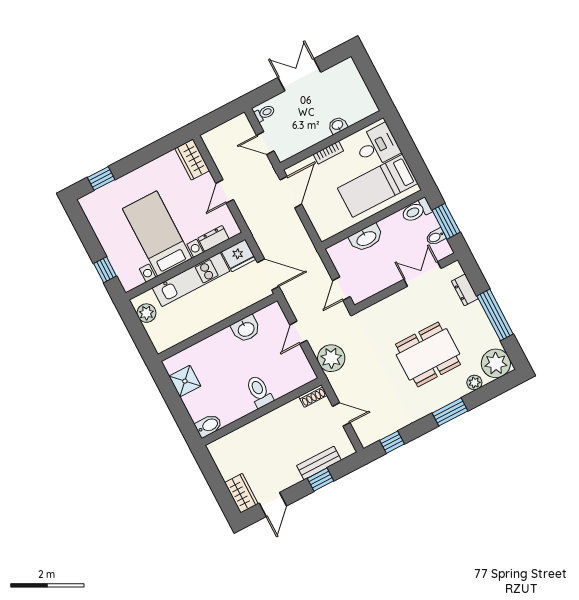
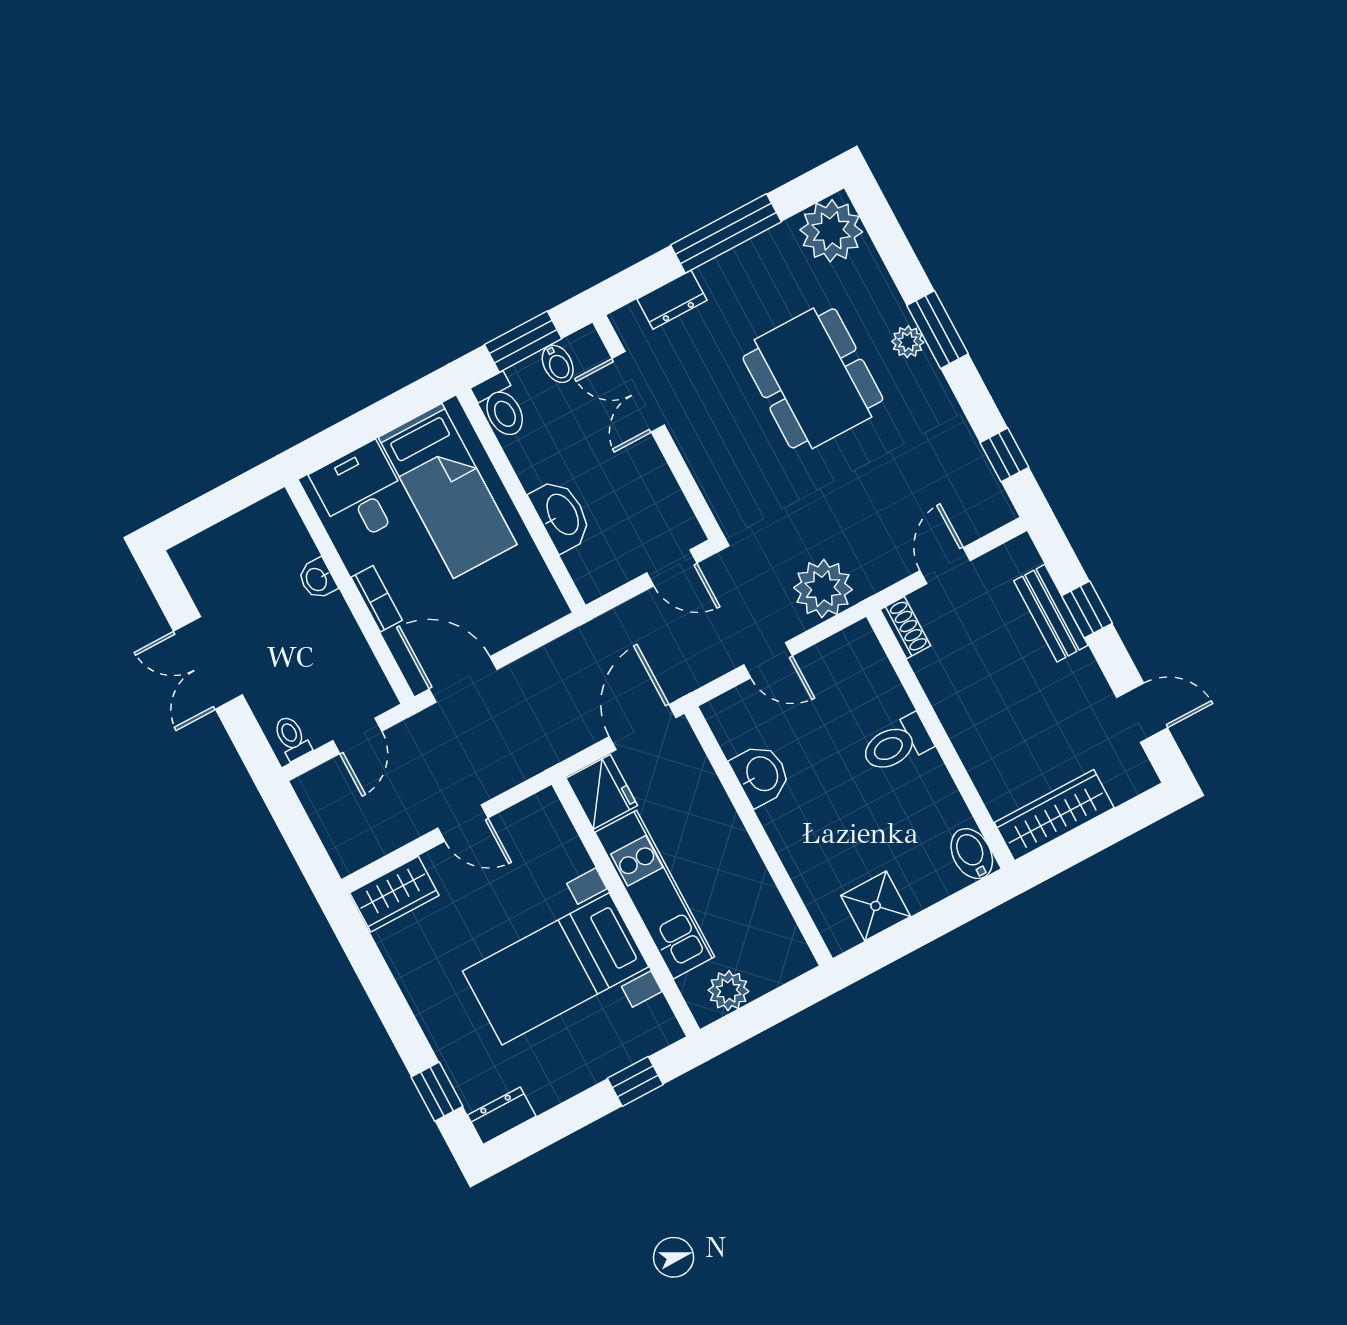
dresser: (213, 239) -> (502, 1116), moved, turned 90
plant: (474, 383) -> (908, 342), moved
wardrobe: (241, 493) -> (1054, 815), moved, width x1.50

